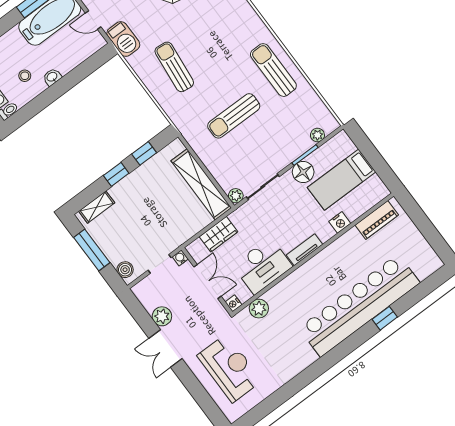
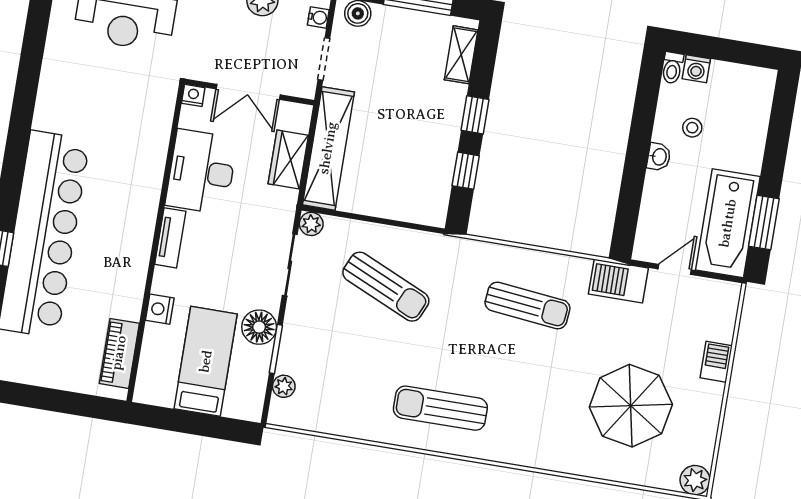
sun lounger: (273, 70) -> (440, 408), moved, turned 180
sun lounger: (234, 116) -> (386, 287), moved, turned 114
shelving: (201, 184) -> (328, 148), moved, turned 90
water cooler: (180, 258) -> (318, 17), moved
plant: (259, 309) -> (158, 118), removed

